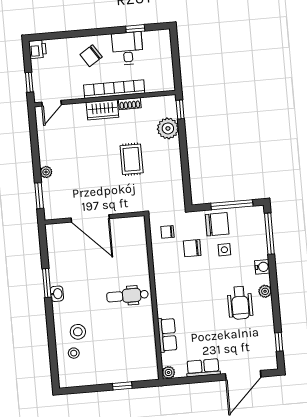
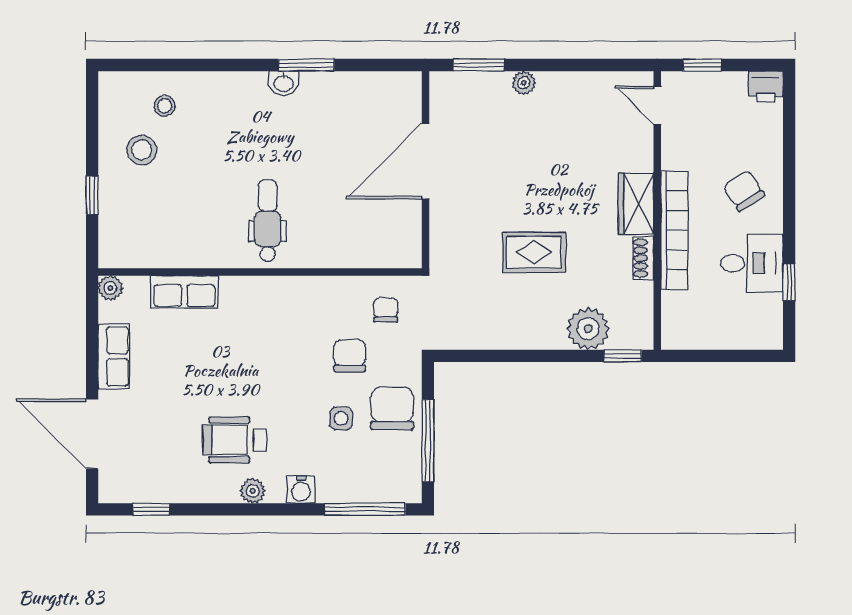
chair: (217, 224) -> (392, 408), turned 180
stool: (78, 332) -> (142, 150), moved

